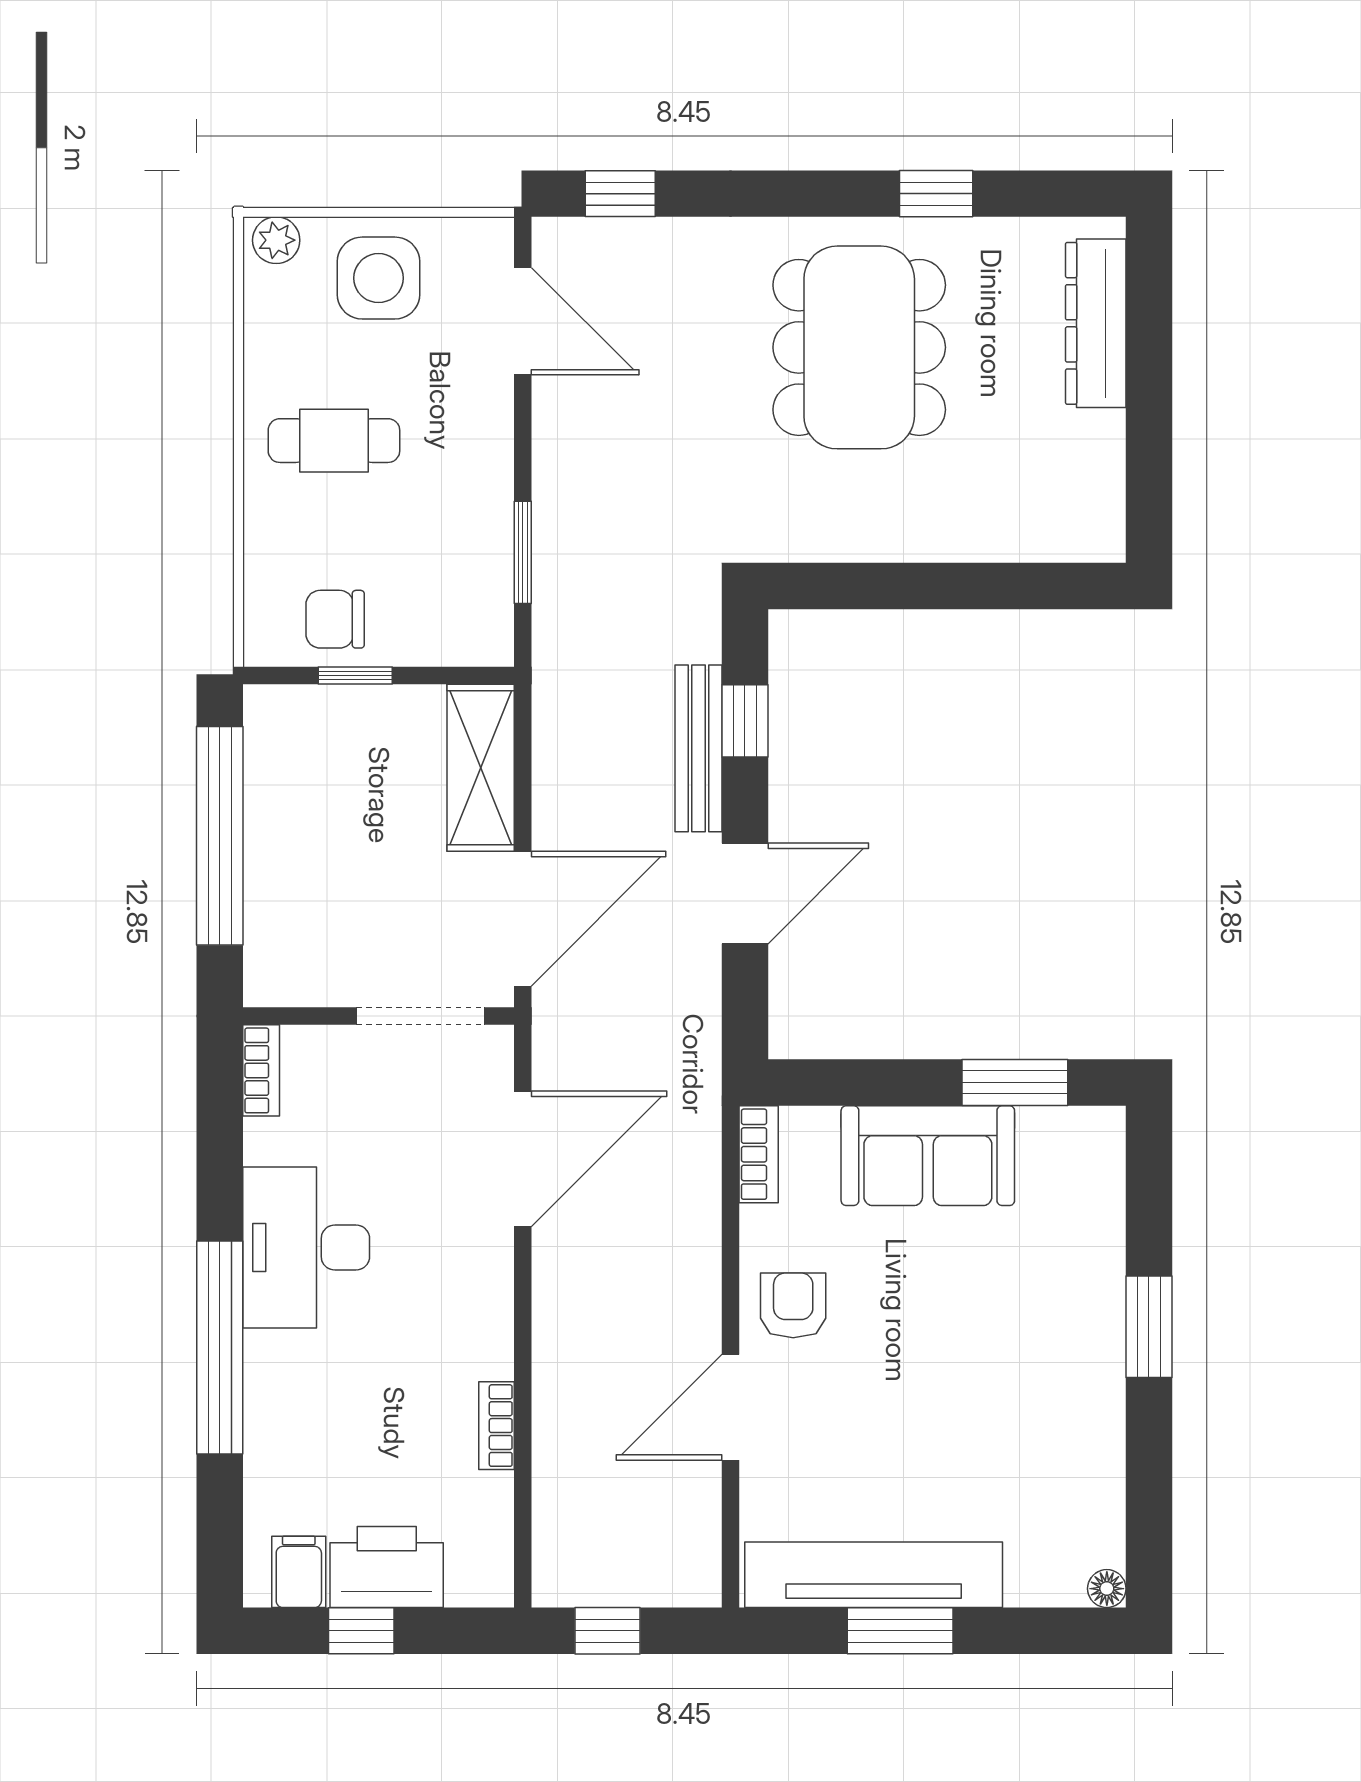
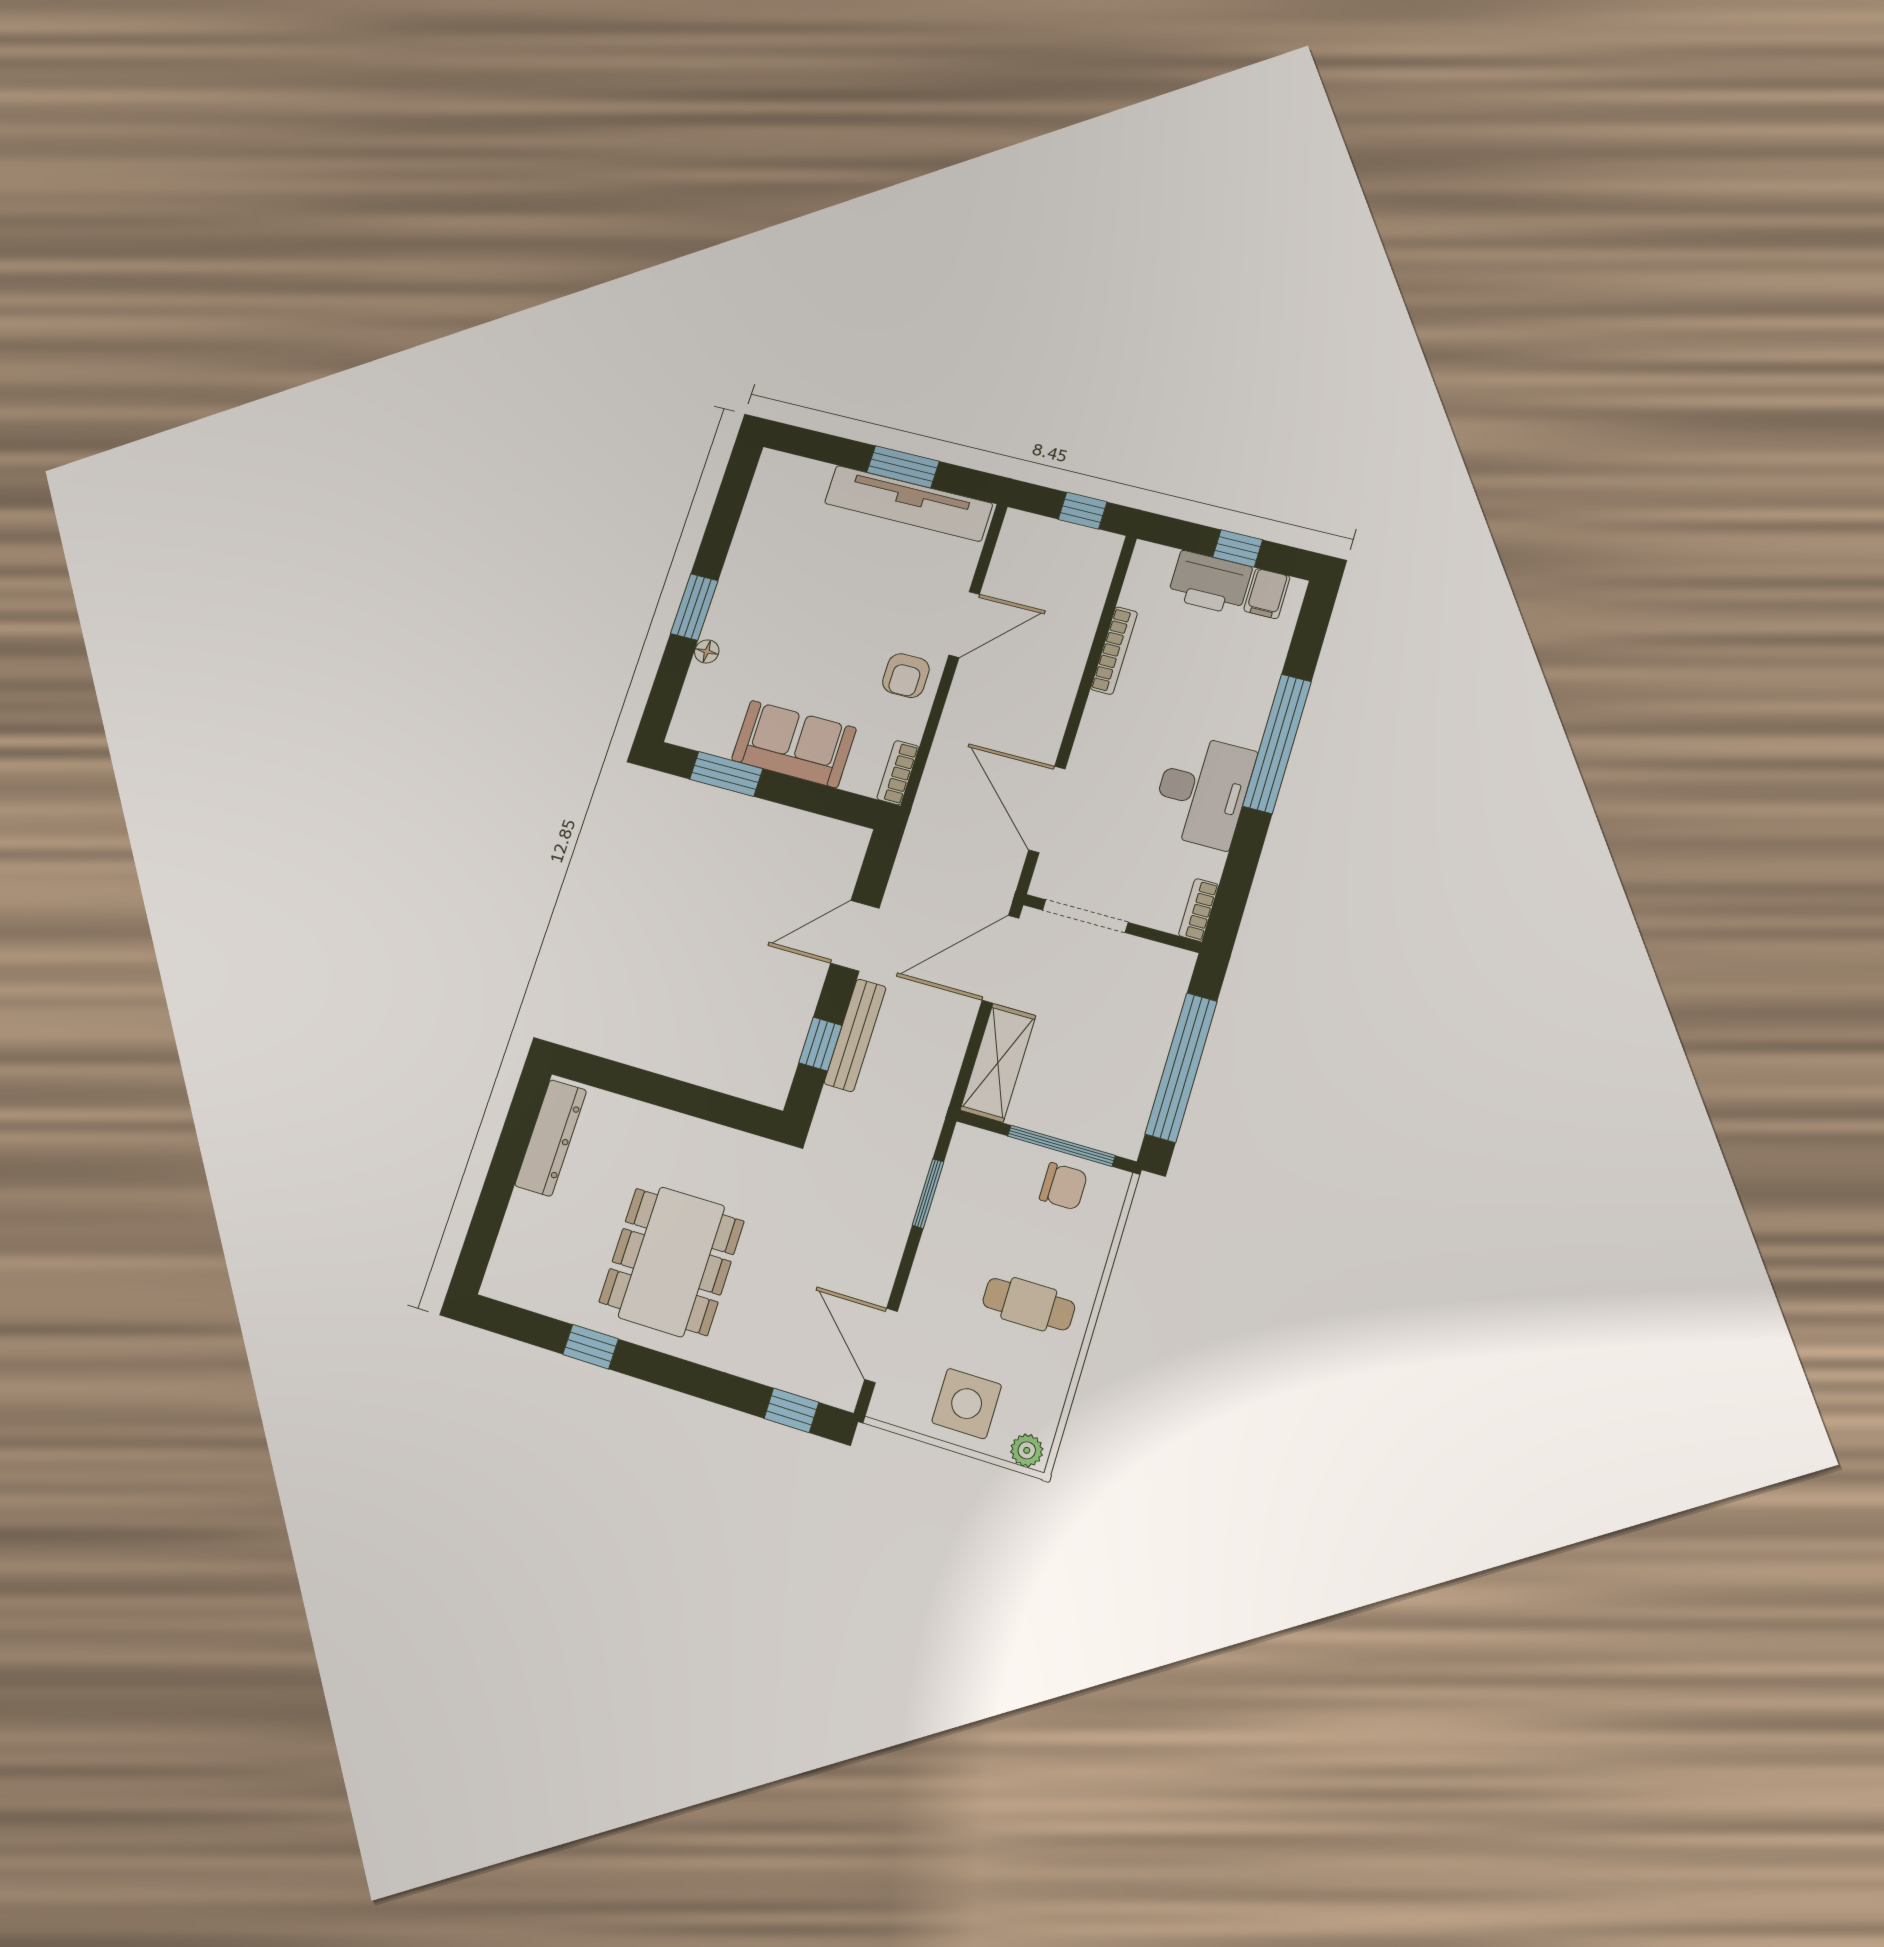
dresser: (1096, 323) -> (551, 1138), moved
window: (355, 676) -> (1061, 1146), width x2.17
door: (523, 1159) -> (1047, 809), hinge flipped
bookcase: (497, 1426) -> (1114, 651), width x1.56
floor lamp: (1107, 1589) -> (707, 651), moved

